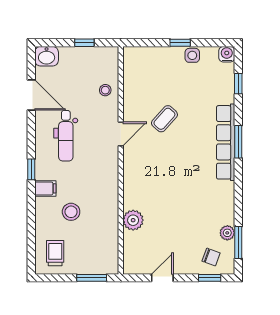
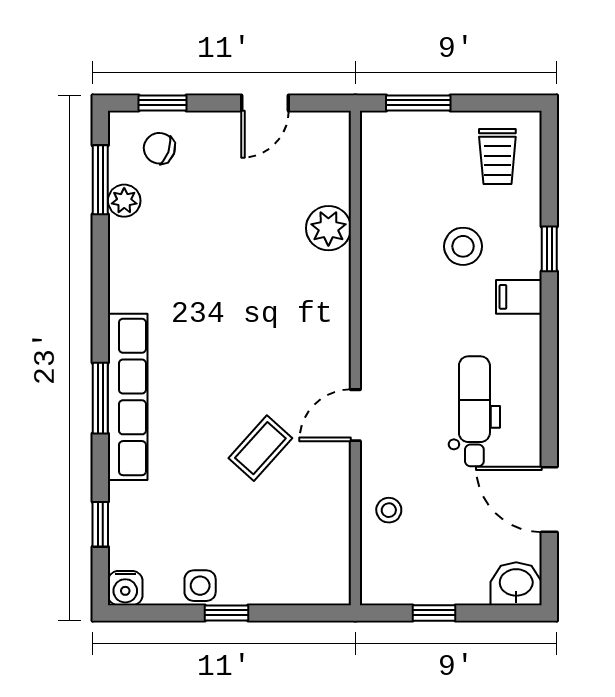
window: (31, 169) -> (549, 249), moved

